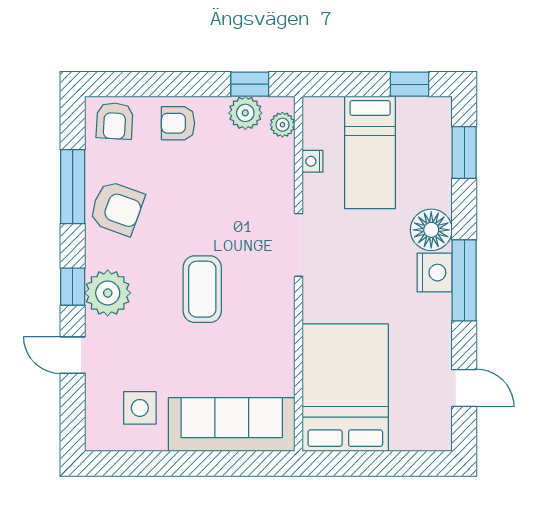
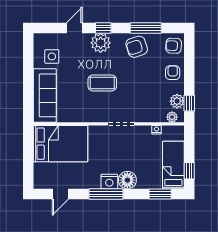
bed: (370, 152) -> (173, 165), moved, turned 90
armchair: (117, 208) -> (137, 47), turned 52

